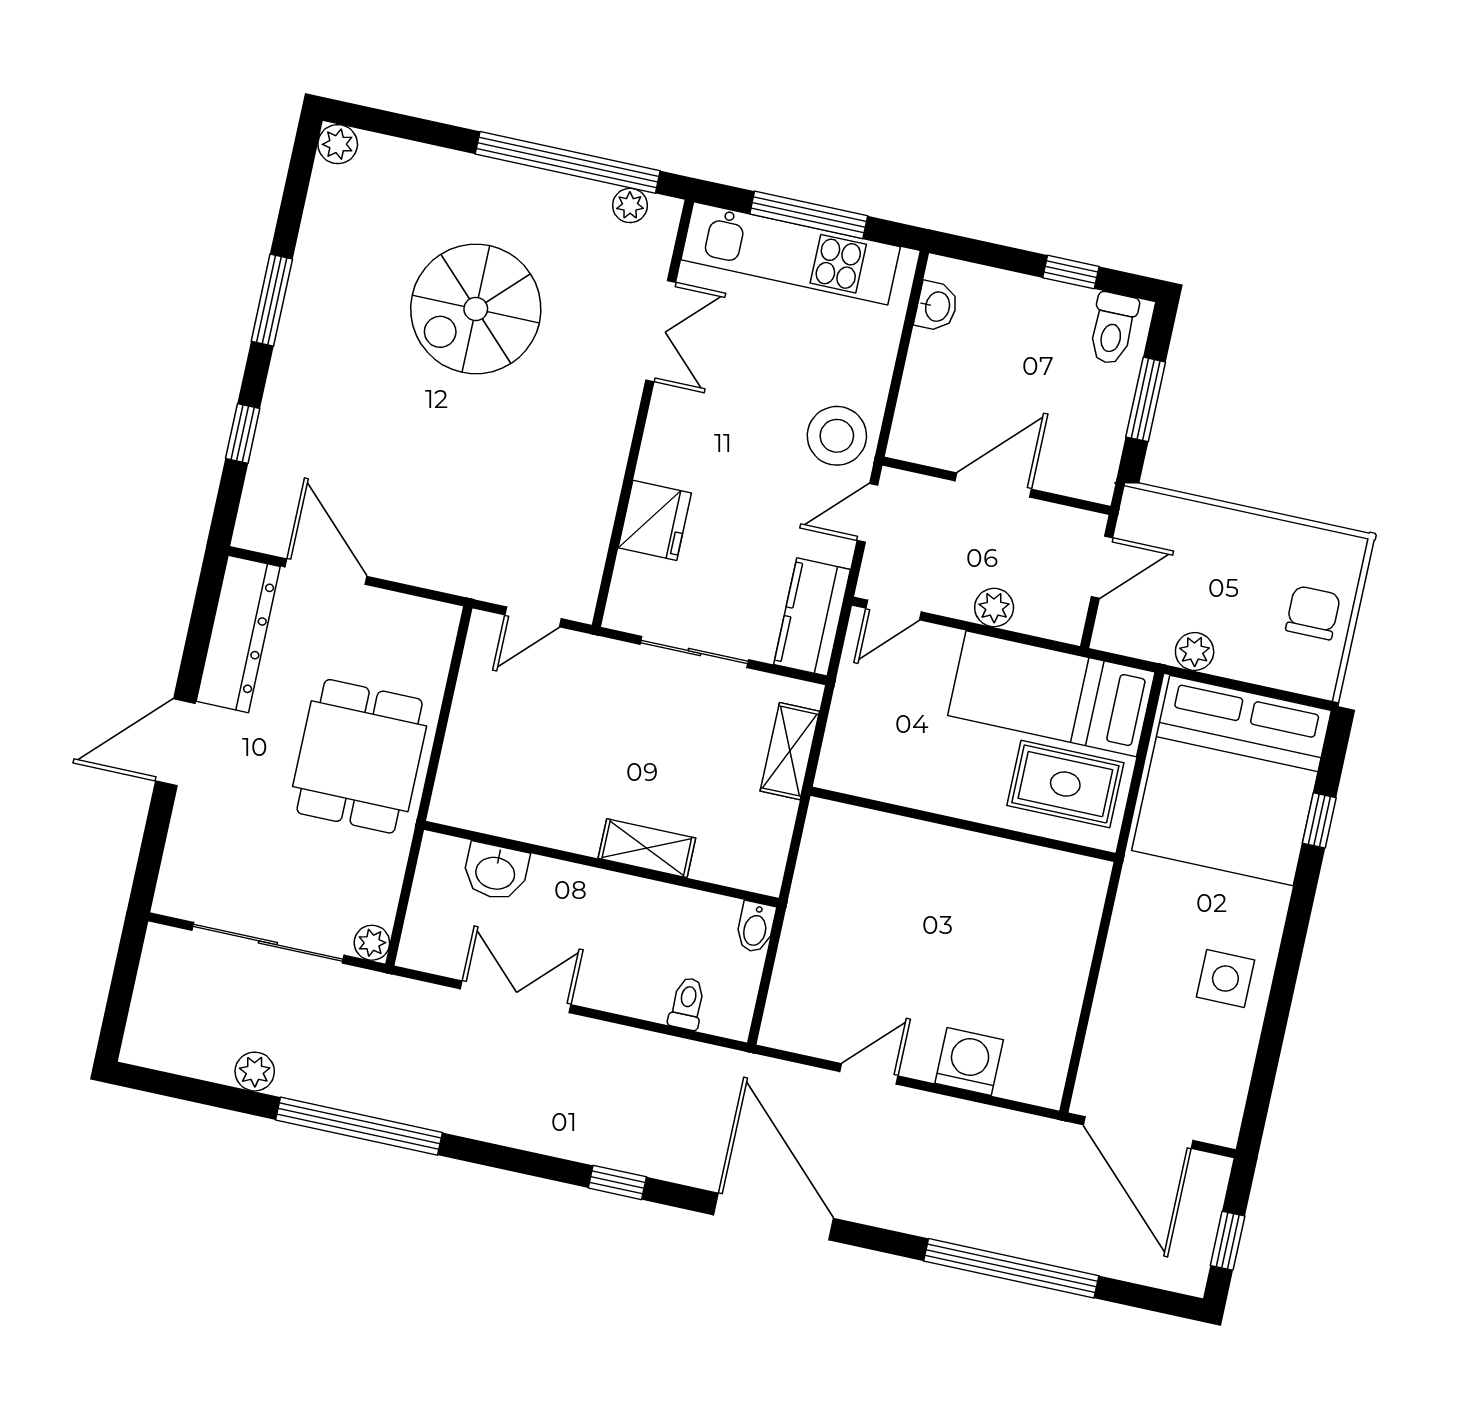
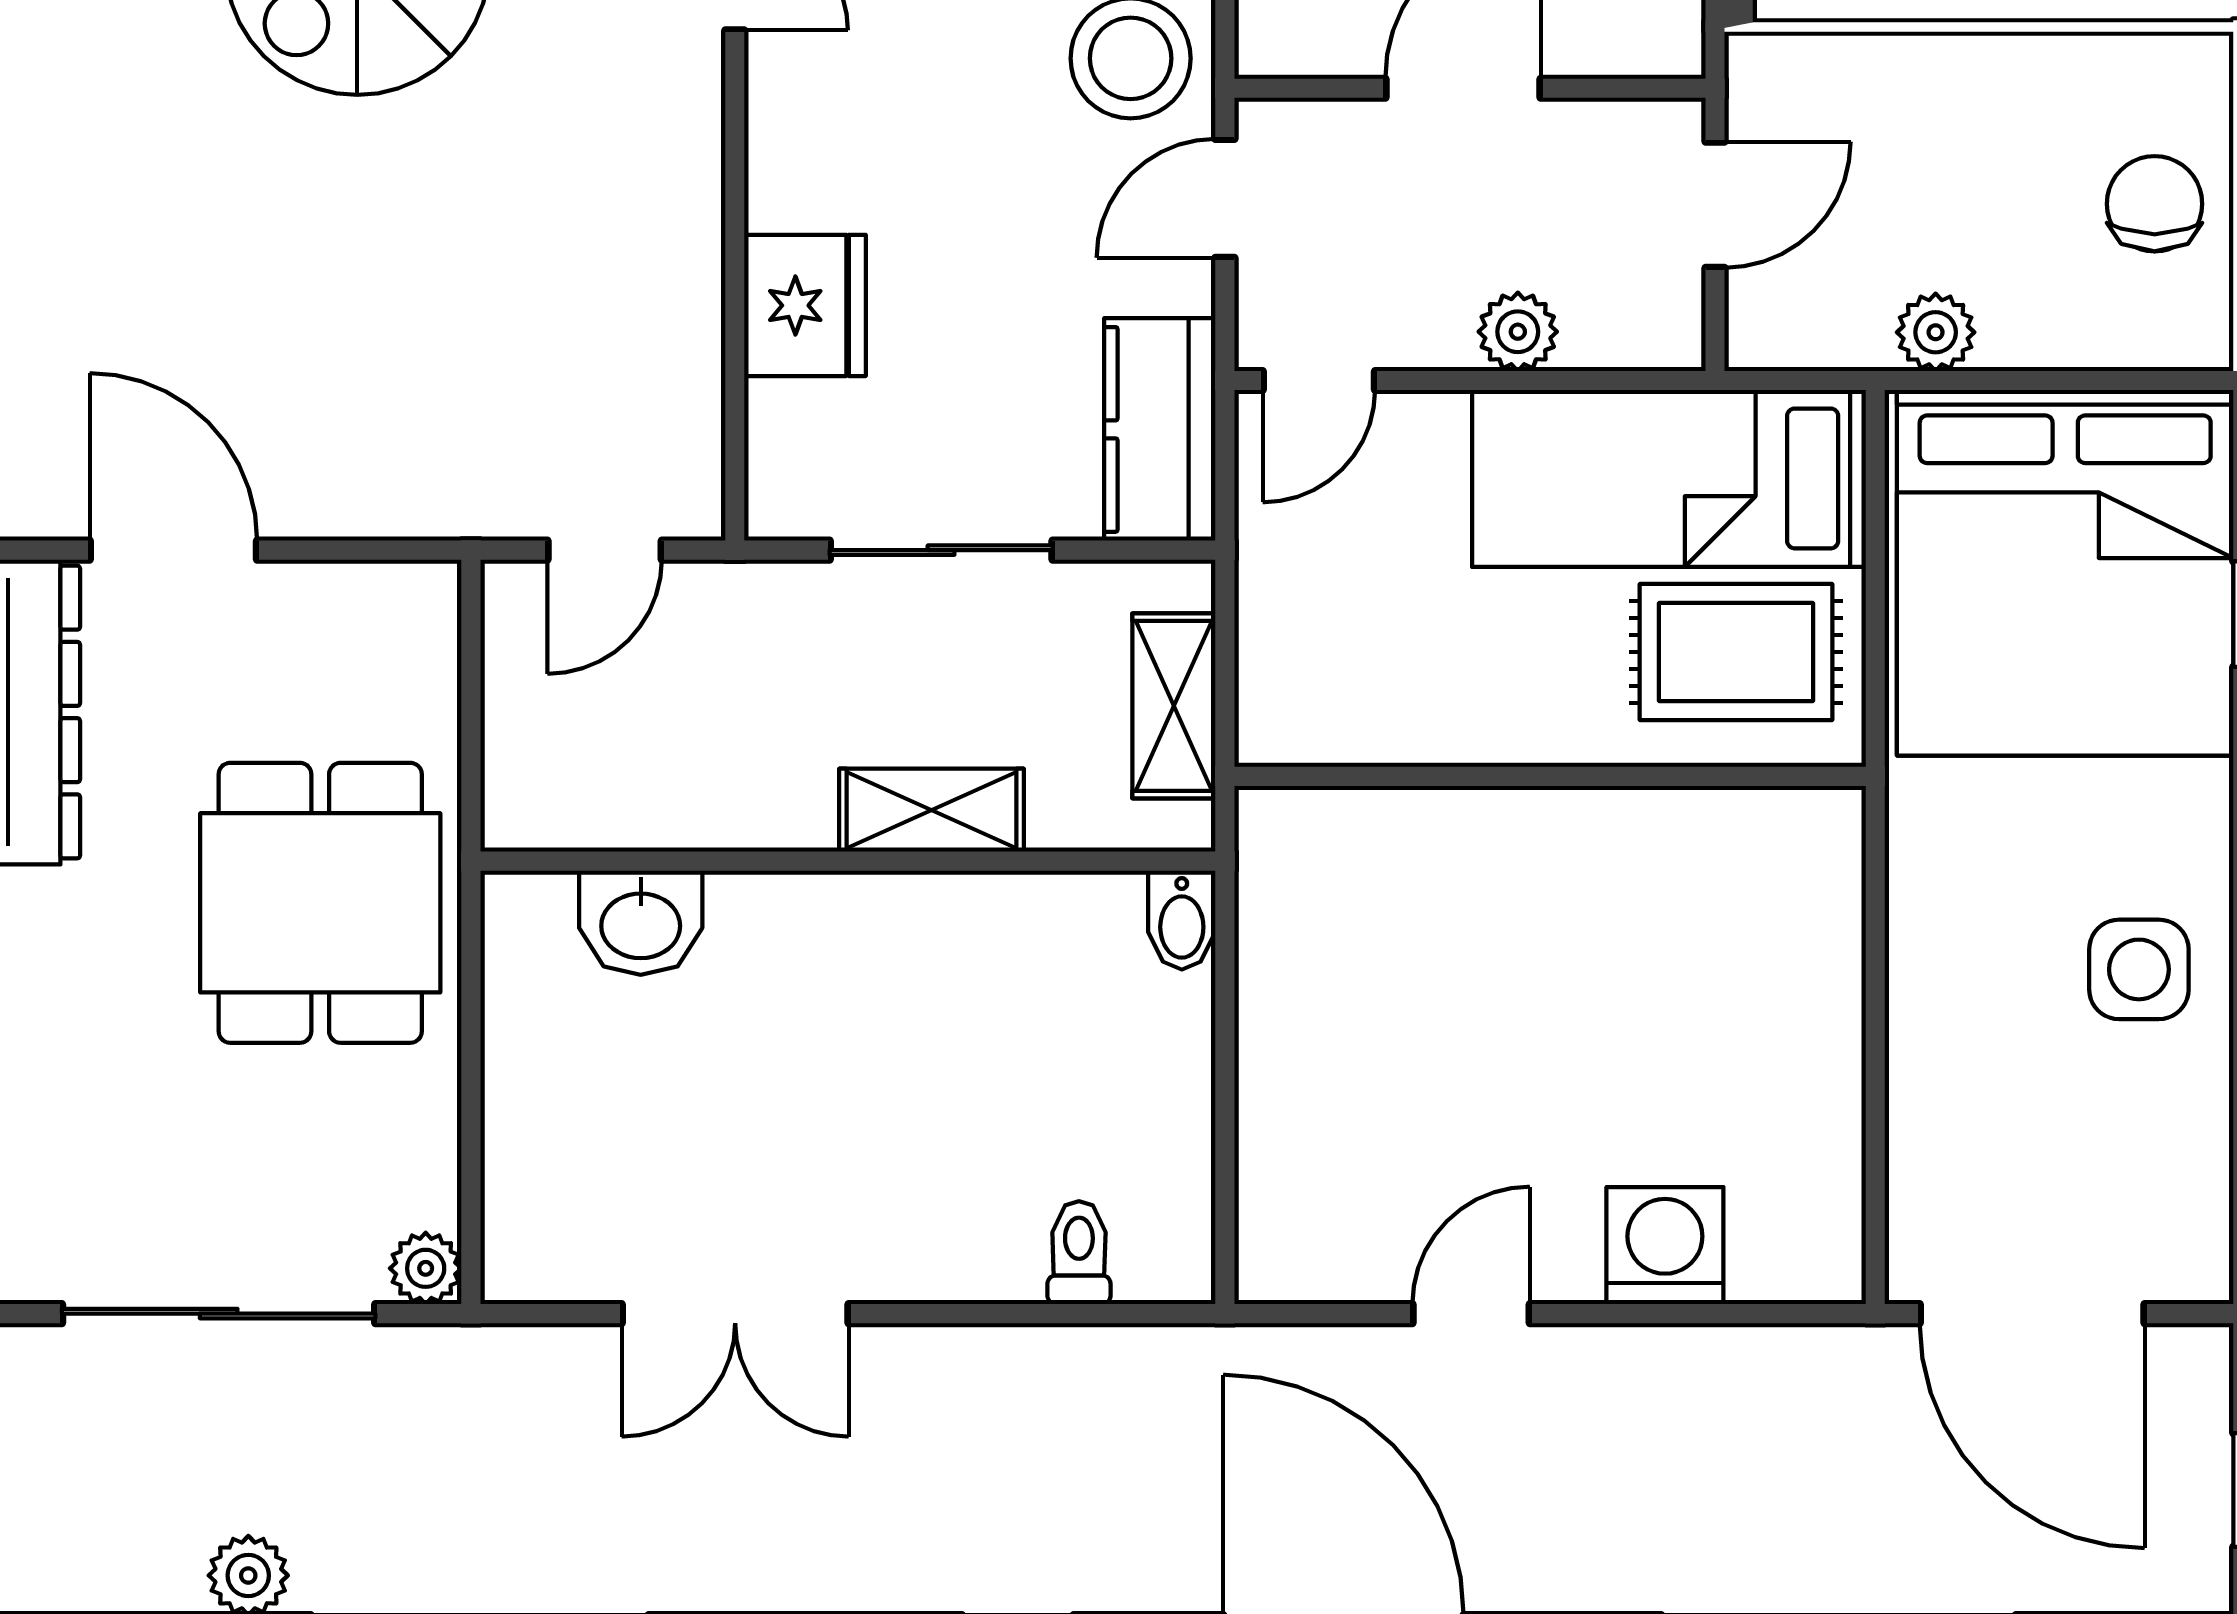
shelving: (647, 848) -> (931, 810), moved
wall: (601, 864) -> (848, 861), moved
washbasin: (496, 872) -> (641, 923), moved
bidet: (755, 927) -> (1182, 920), moved
double door: (516, 997) -> (735, 1314), swing flipped

